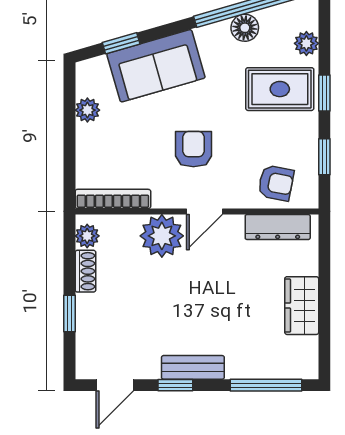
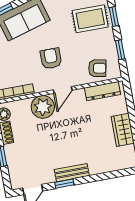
window: (266, 385) -> (112, 175), removed

